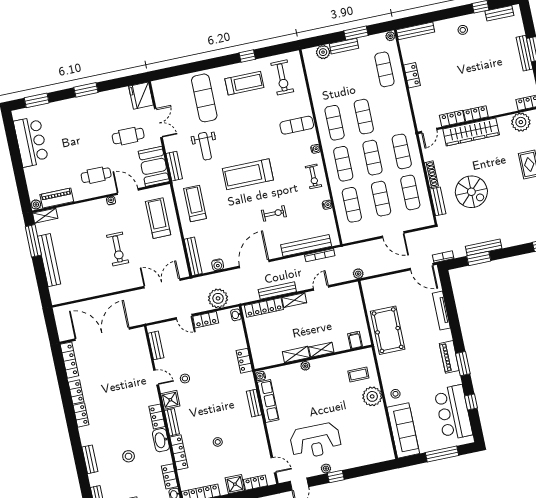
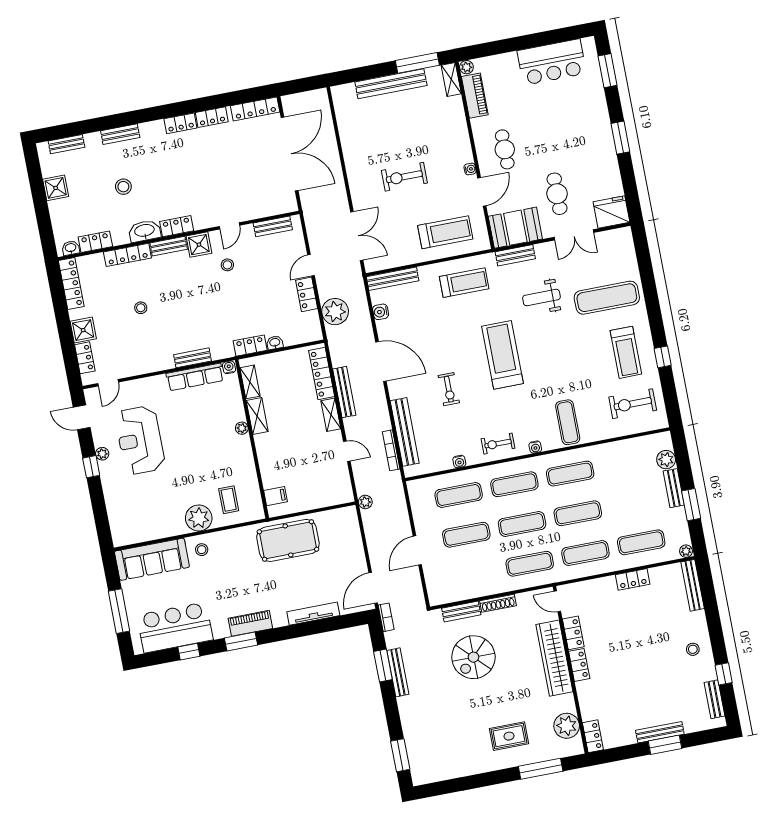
exercise mat: (410, 192) -> (585, 553), moved
washbasin: (236, 315) -> (275, 343), moved
shelving: (321, 350) -> (250, 382), moved

